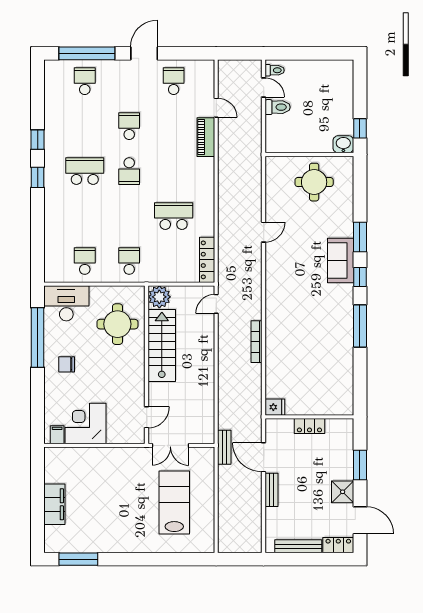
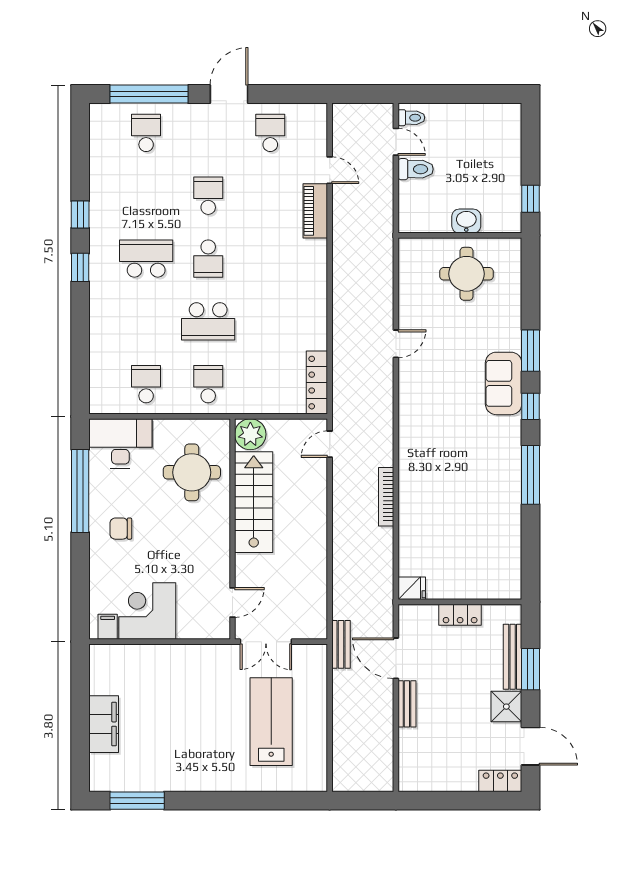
washbasin: (343, 144) -> (466, 221), moved
school desk: (174, 216) -> (208, 321), moved, turned 180
bench: (298, 546) -> (513, 657), moved, turned 90

